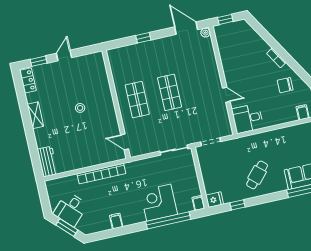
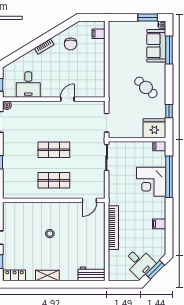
desk: (248, 118) -> (28, 85), moved
fridge: (215, 200) -> (154, 128), width x1.88, depth x1.34

